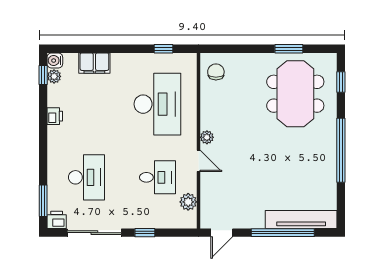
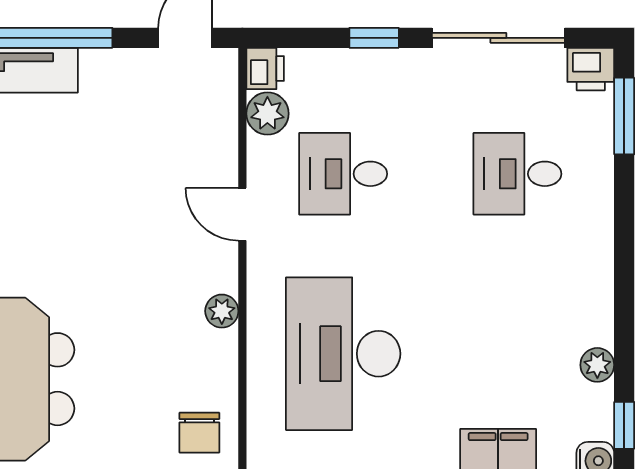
plant: (54, 76) -> (597, 365), moved
printer: (55, 116) -> (265, 68), moved, turned 180
plant: (207, 137) -> (222, 311), moved
desk: (87, 177) -> (517, 174), width x0.73

